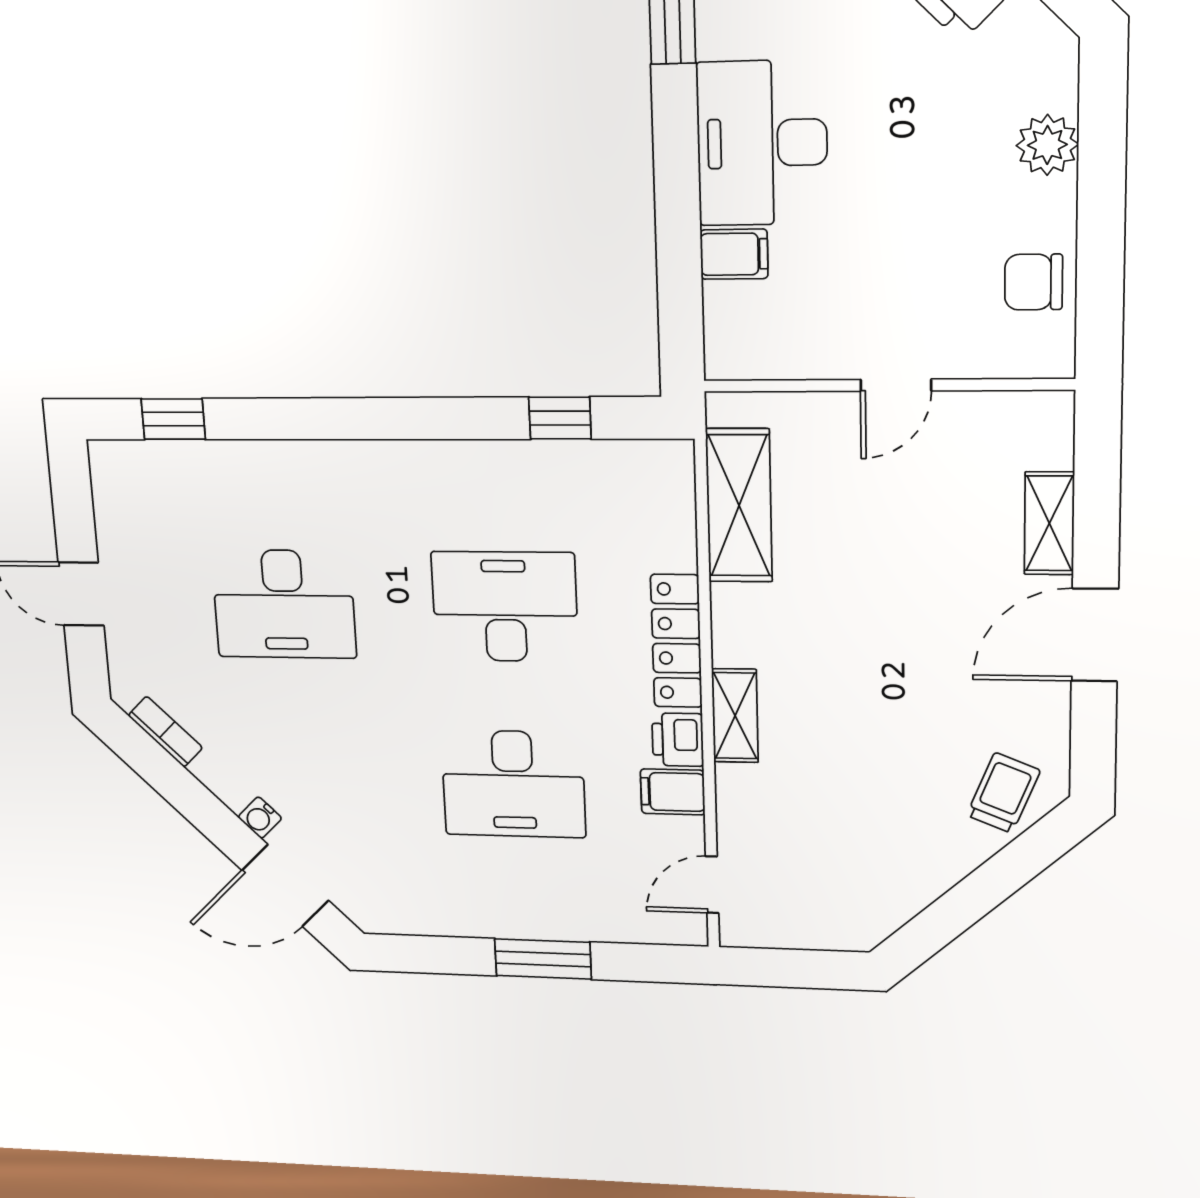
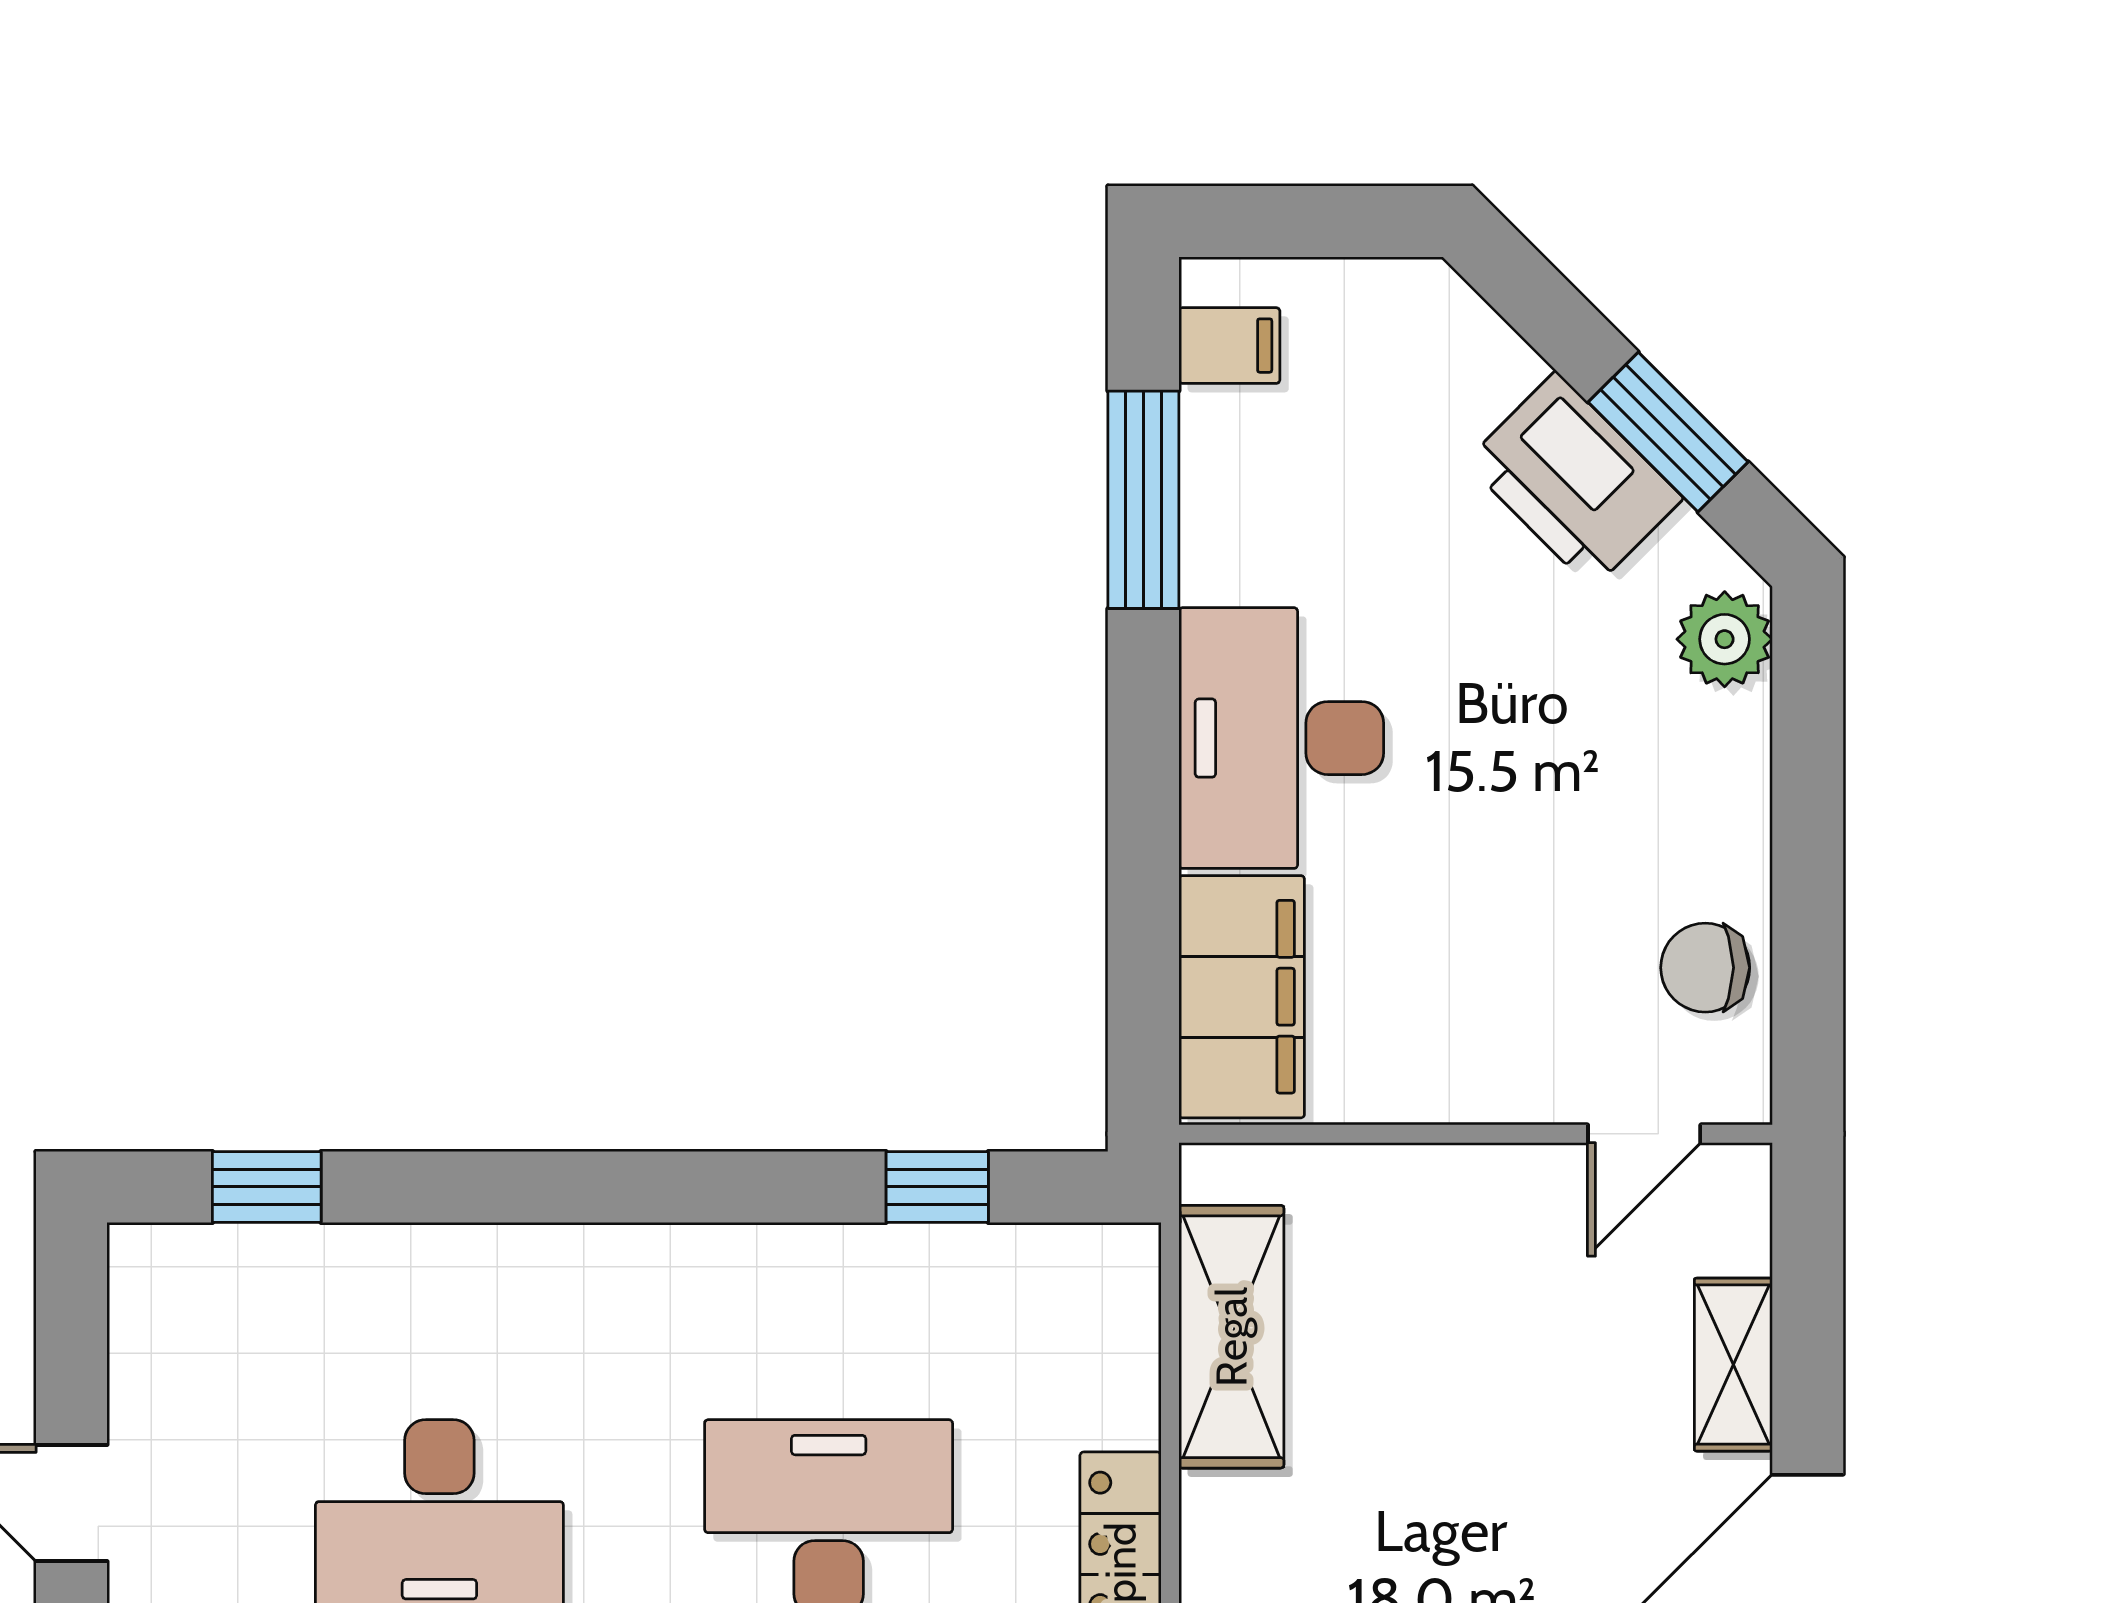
plant: (1047, 145) -> (1725, 639), moved
filing cabinet: (734, 254) -> (1242, 997), width x3.00, depth x1.17
door: (896, 385) -> (1644, 1134), moved

